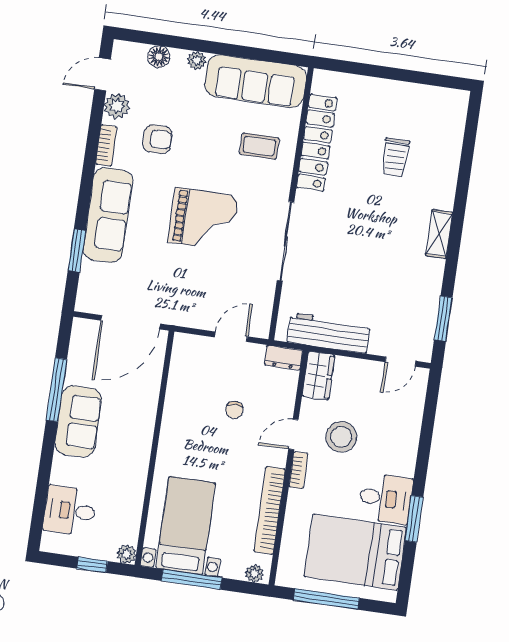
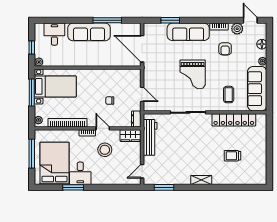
door: (401, 362) -> (142, 171), hinge flipped
sofa: (78, 421) -> (89, 32), width x1.36

